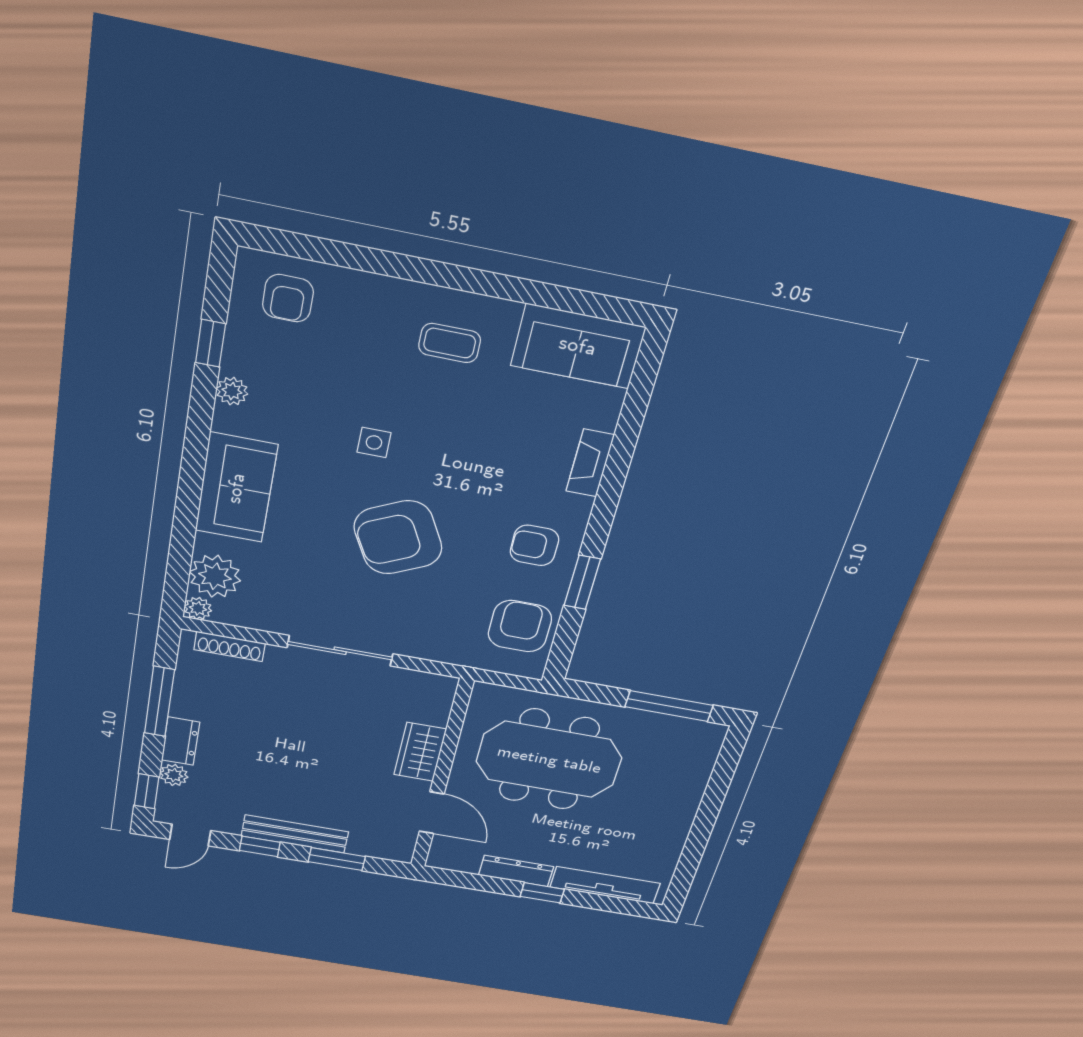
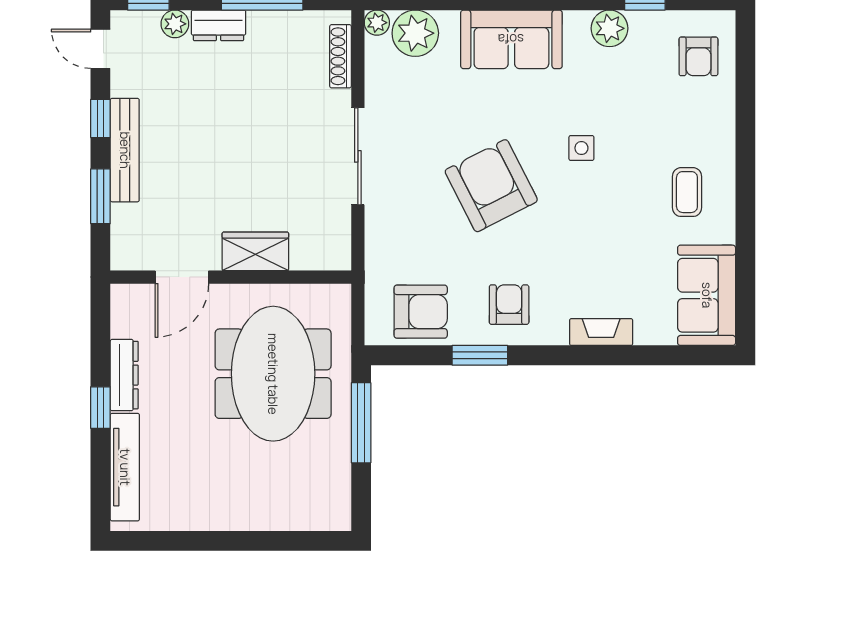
armchair: (288, 298) -> (698, 56), turned -90
plant: (232, 391) -> (610, 28), width x1.38, depth x1.38
window: (669, 706) -> (361, 423), moved

